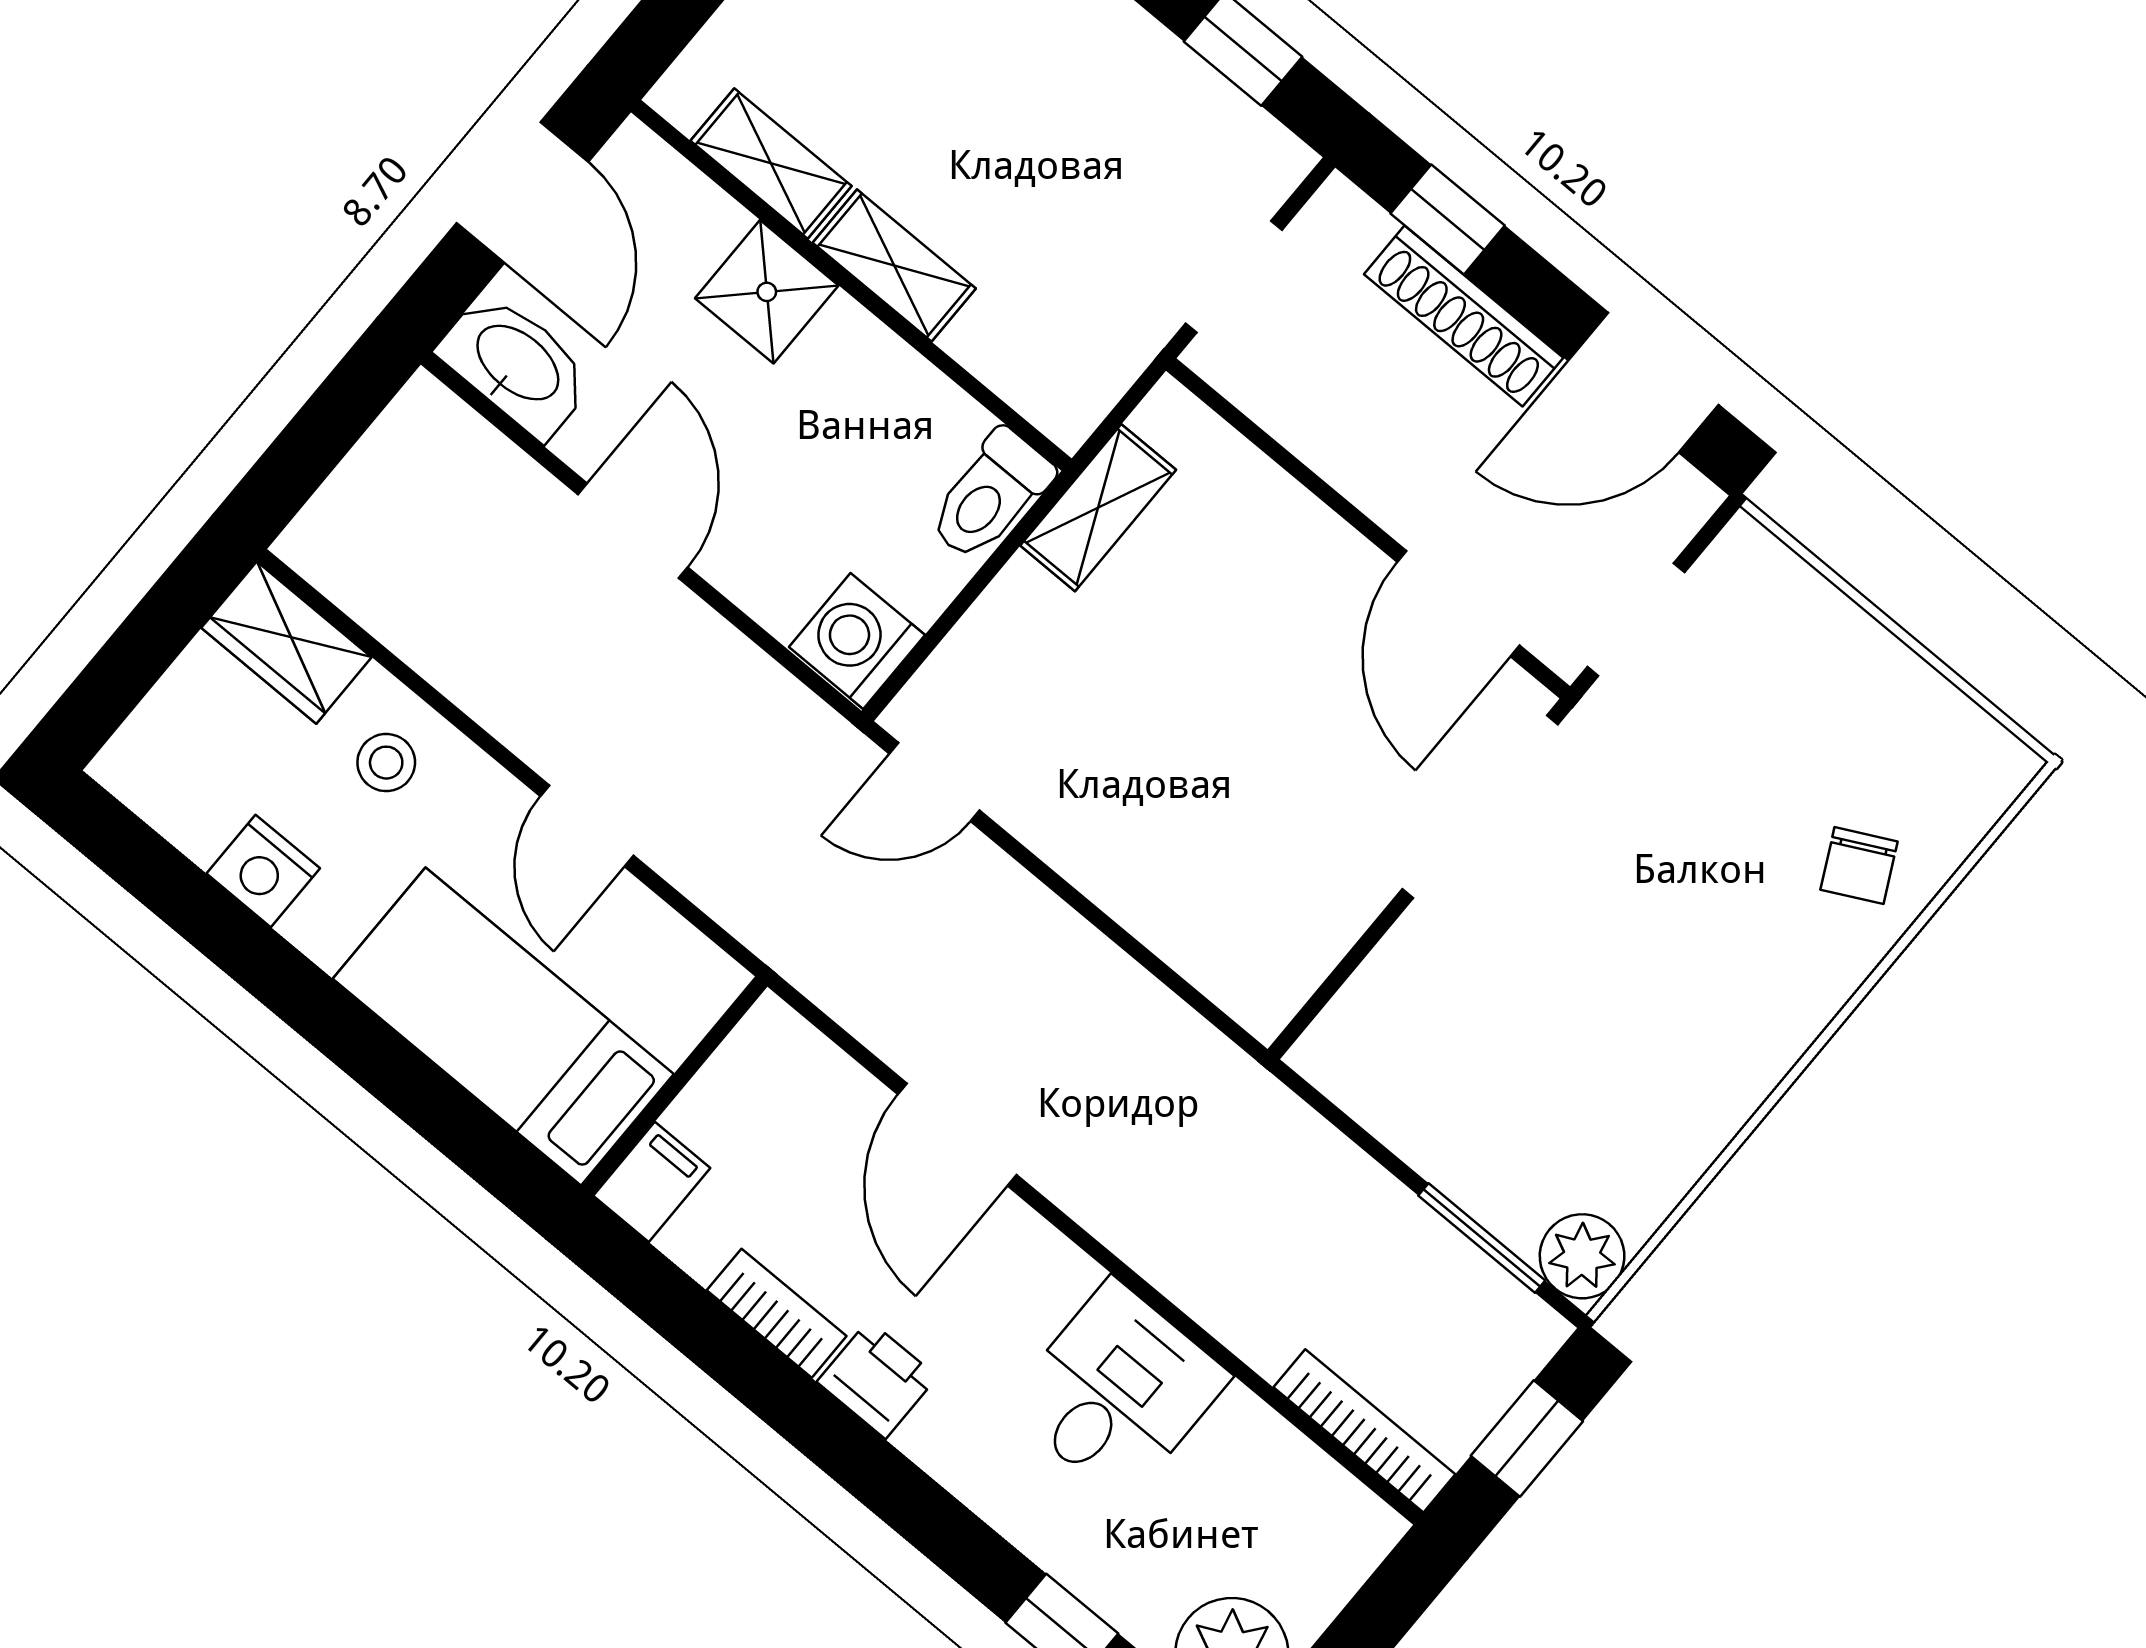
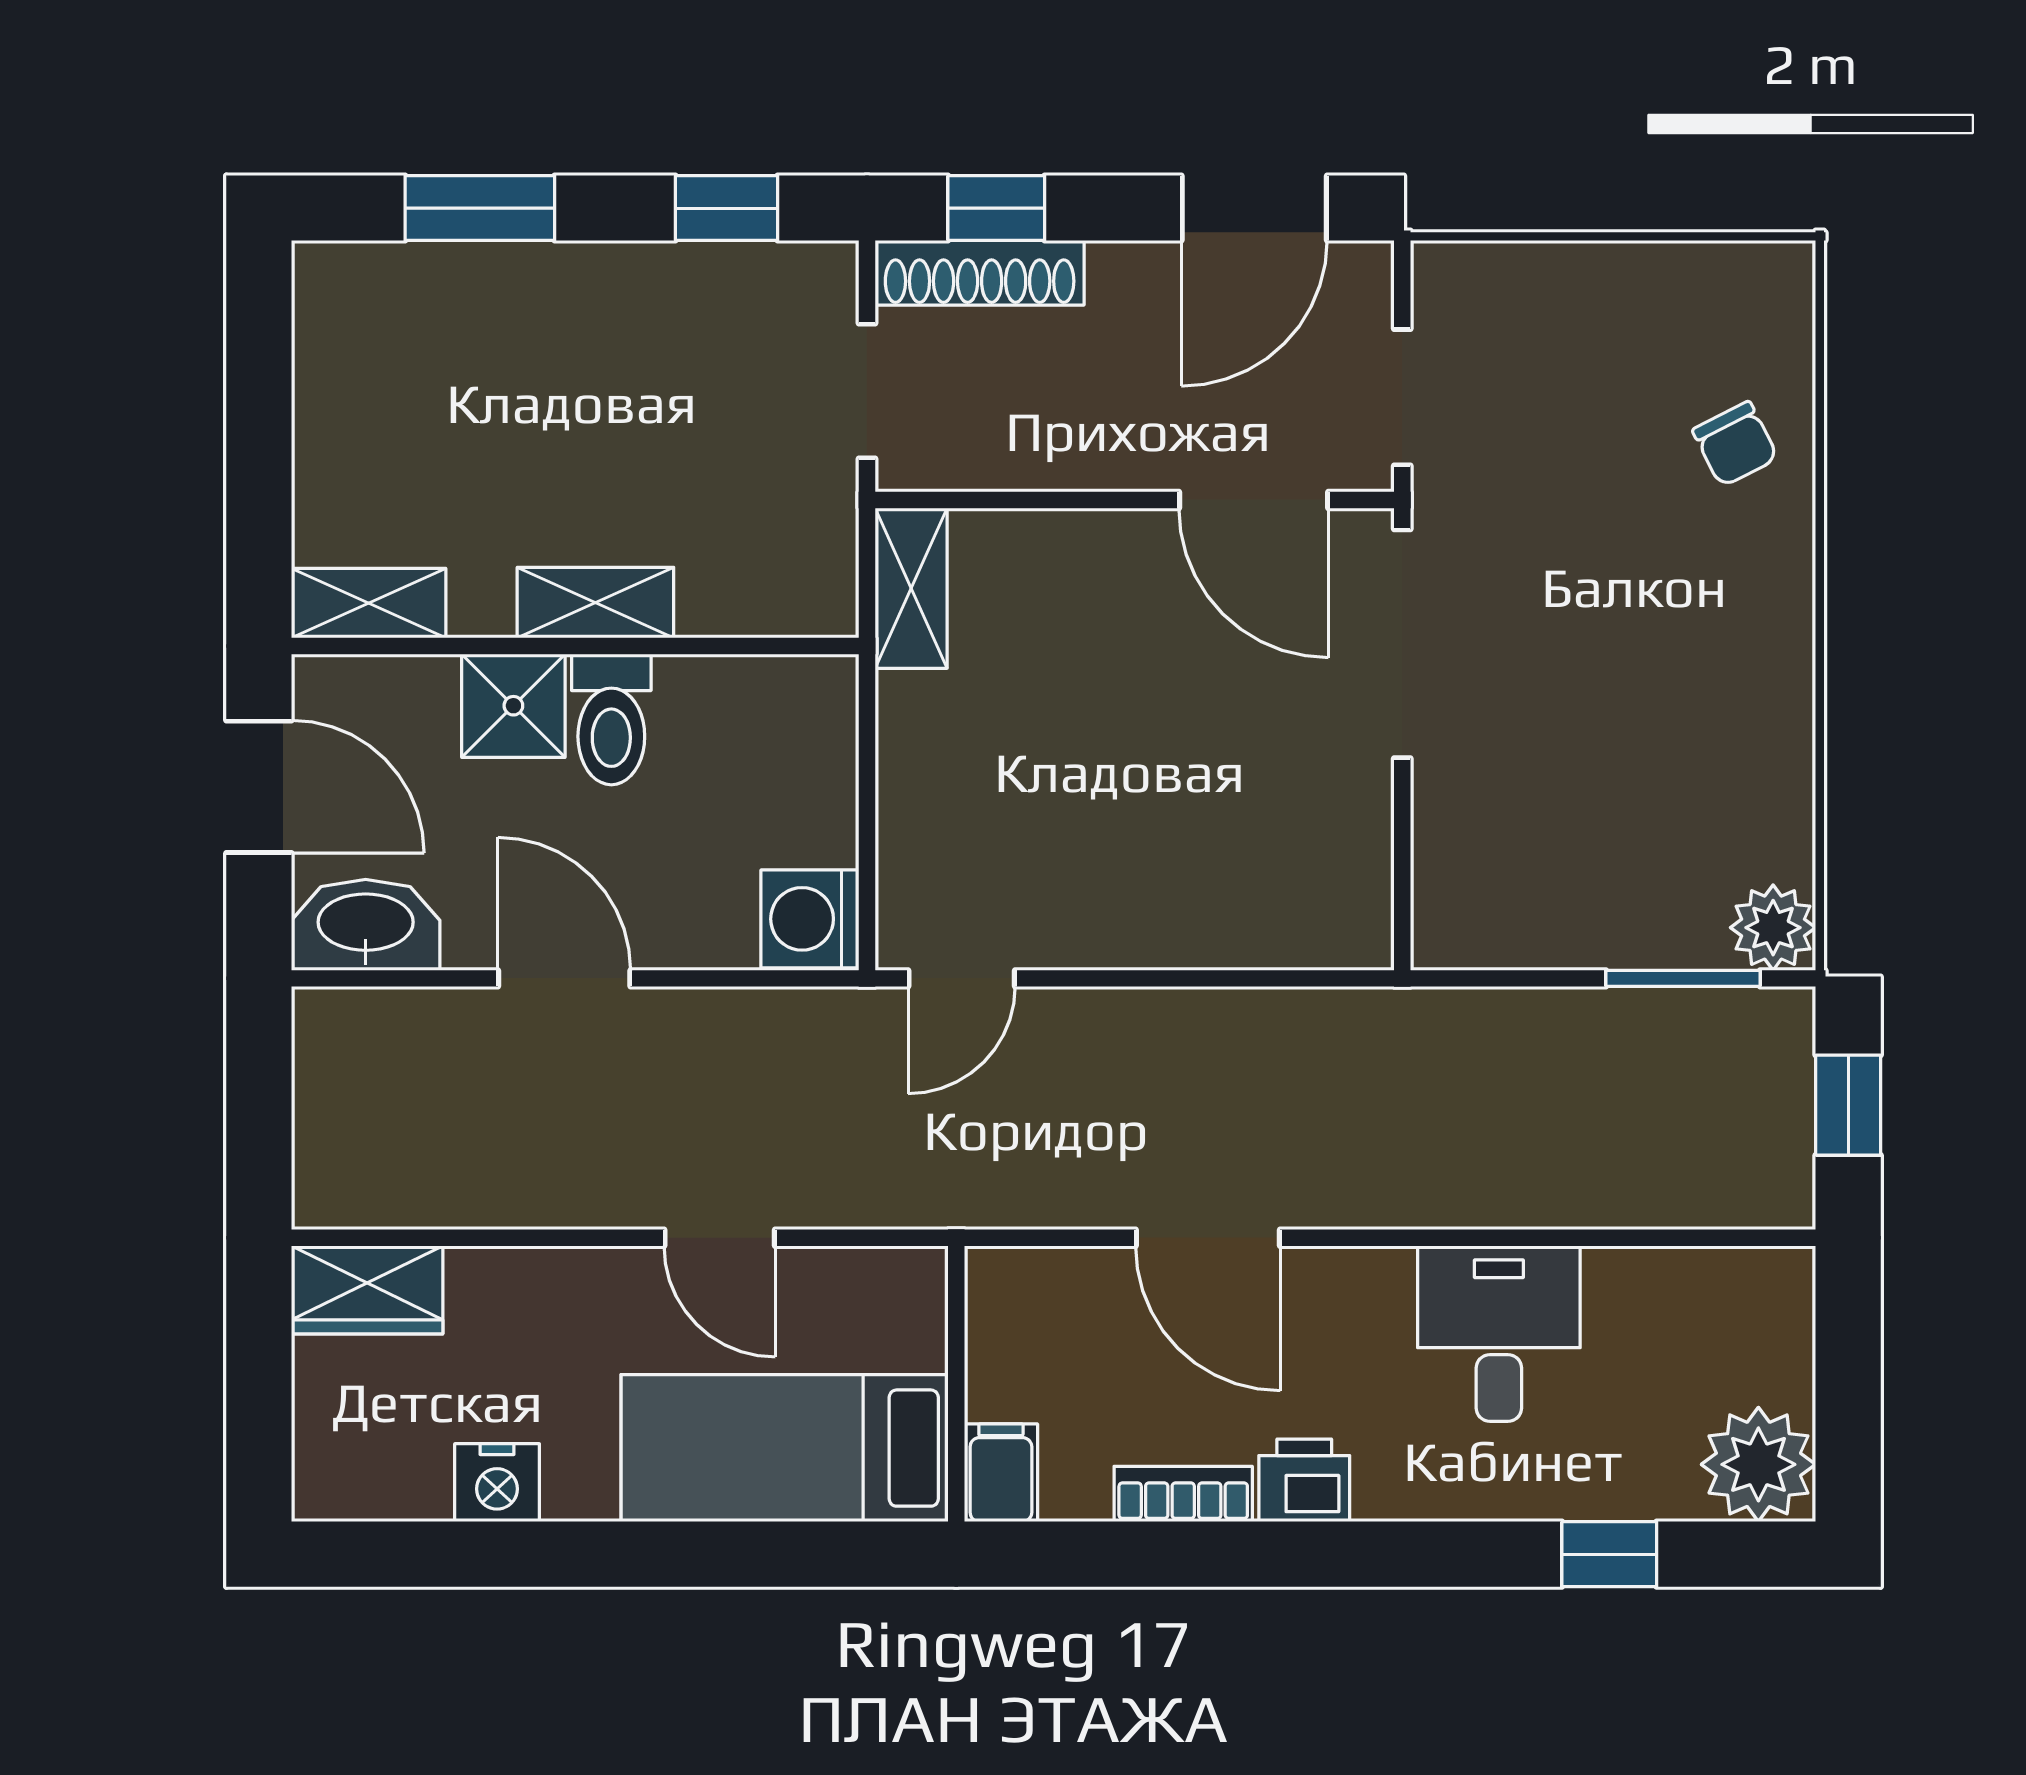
shelving: (771, 163) -> (369, 603), moved
shoe rack: (1464, 316) -> (980, 273), moved
toilet: (990, 495) -> (611, 719), moved
shelving: (1098, 508) -> (911, 588), moved
stool: (386, 763) -> (522, 1319), removed
bookcase: (1364, 1431) -> (1717, 1204), removed

